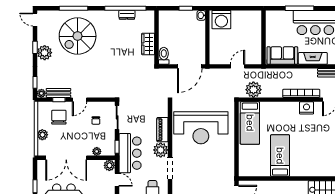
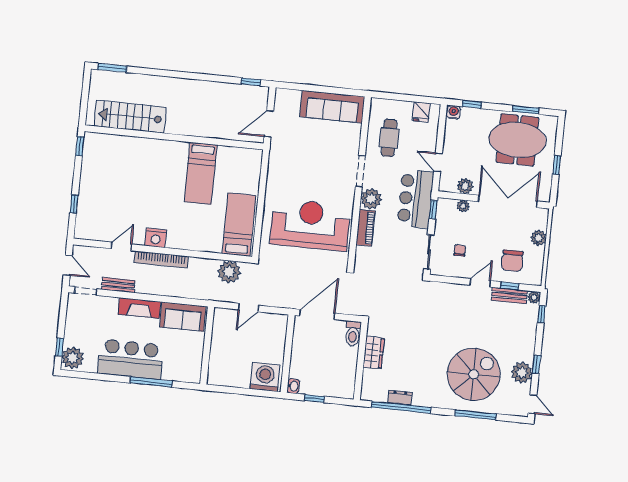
plant: (45, 53) -> (522, 373), moved
plant: (109, 165) -> (465, 186), moved

